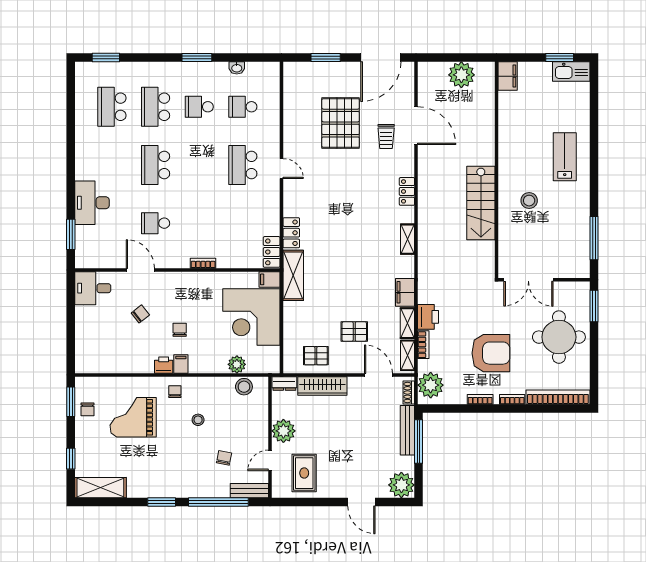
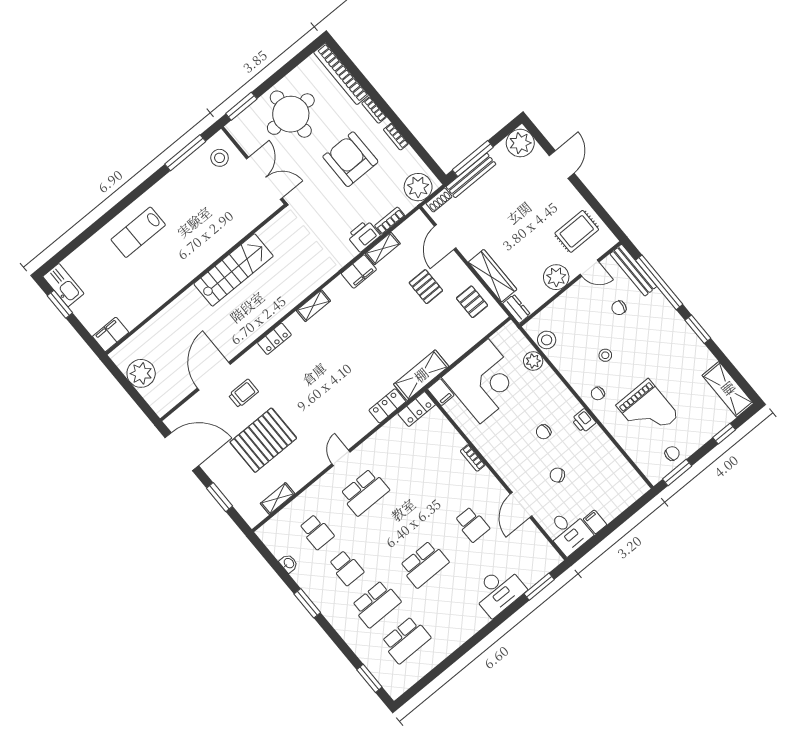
stool: (529, 201) -> (220, 158), moved
shelving: (407, 355) -> (277, 499), moved
filing cabinet: (181, 364) -> (595, 522), moved, turned 90
bench: (249, 491) -> (633, 270), width x1.36

